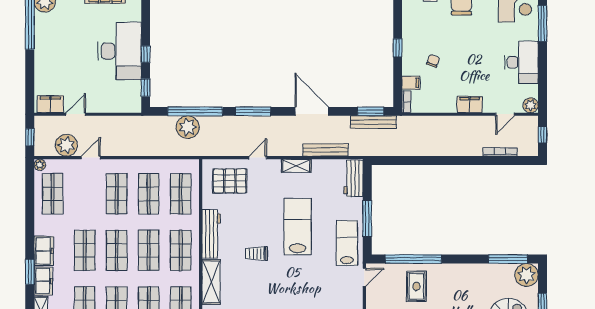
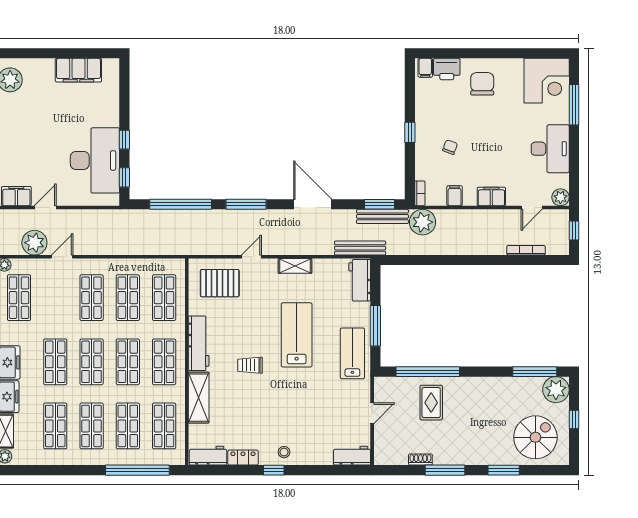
desk: (120, 51) -> (95, 160), moved
filing cabinet: (411, 83) -> (455, 196), moved, turned -90
plant: (188, 127) -> (423, 222), moved
bench: (325, 150) -> (360, 248), moved
door: (364, 277) -> (372, 413), moved

